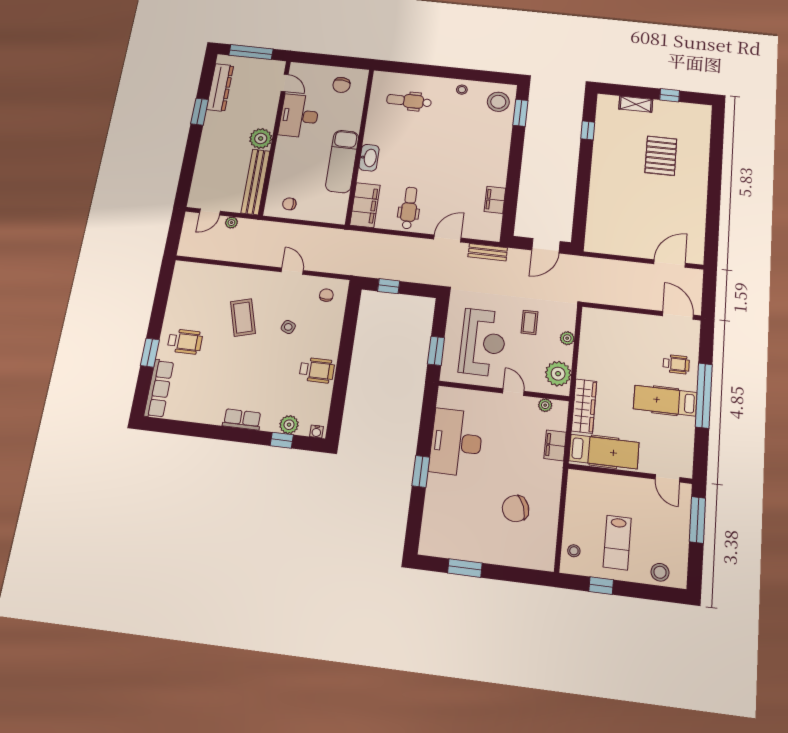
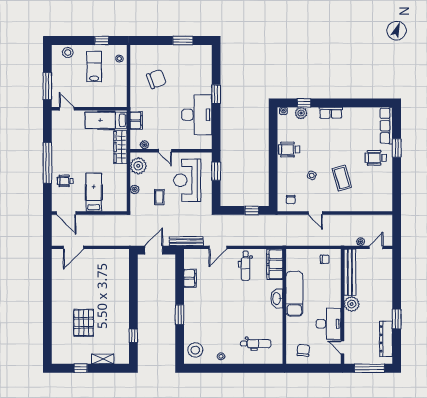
window: (520, 113) -> (180, 315), moved
bench: (488, 252) -> (186, 241), width x1.36
hospital bed: (665, 401) -> (94, 192), moved, turned -90

